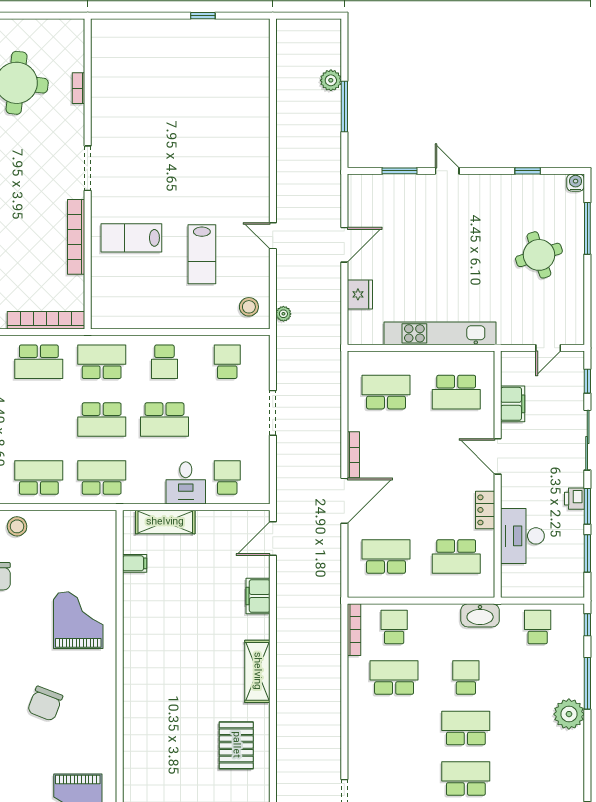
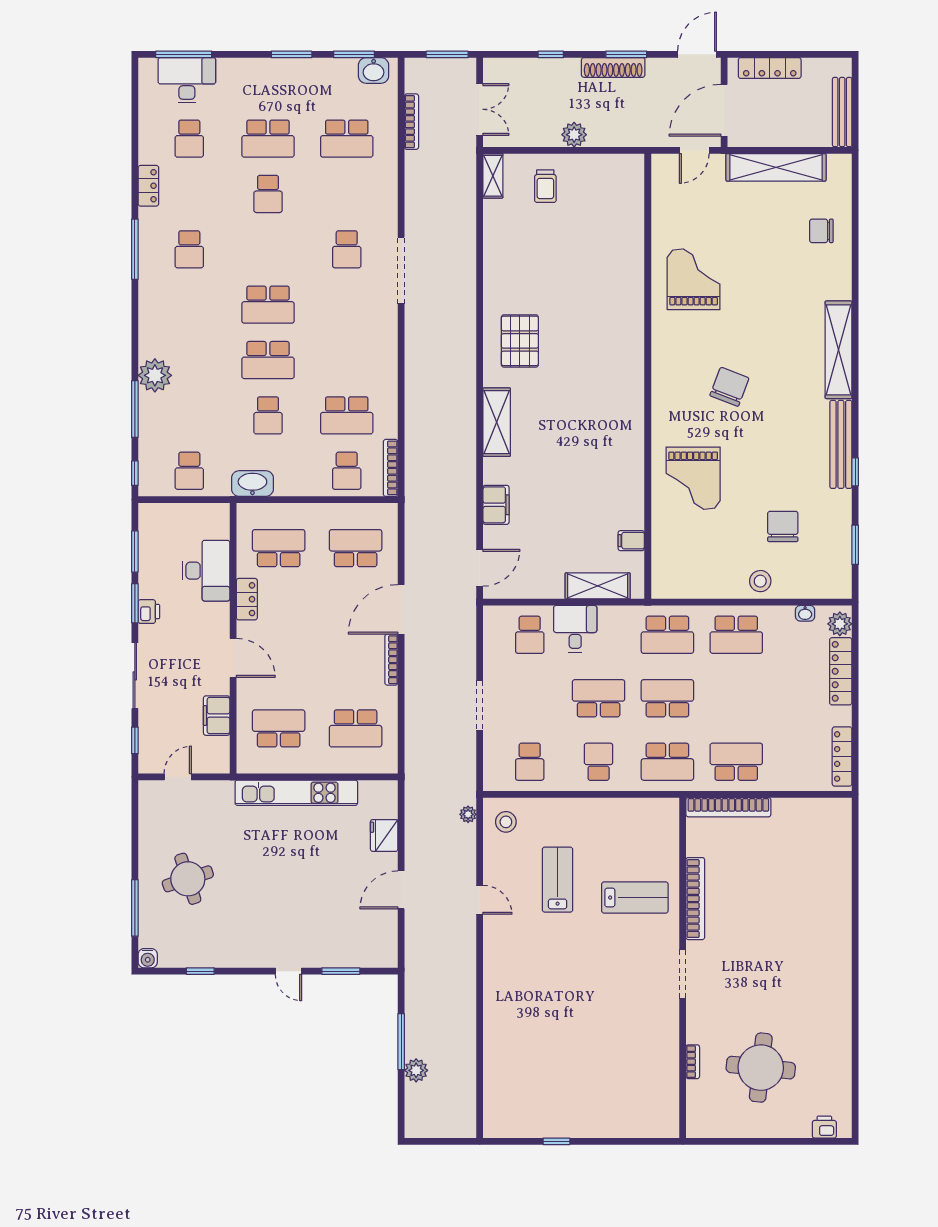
school desk: (386, 557) -> (356, 548), turned 180

